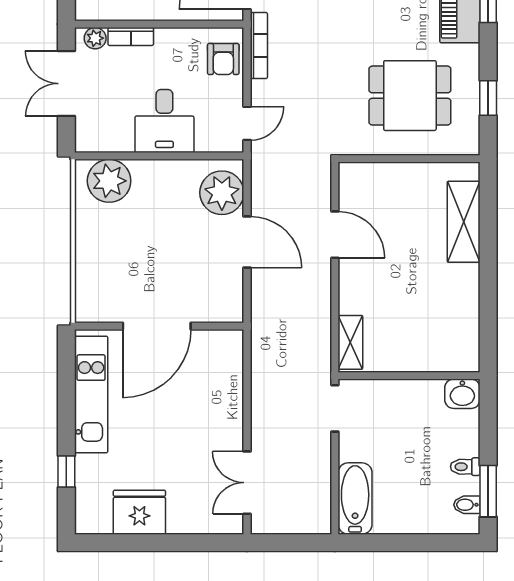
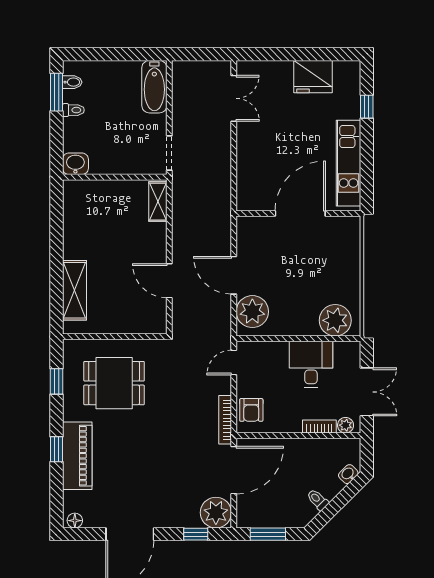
armchair: (223, 59) -> (251, 410), turned 180
desk: (164, 121) -> (311, 364), moved

